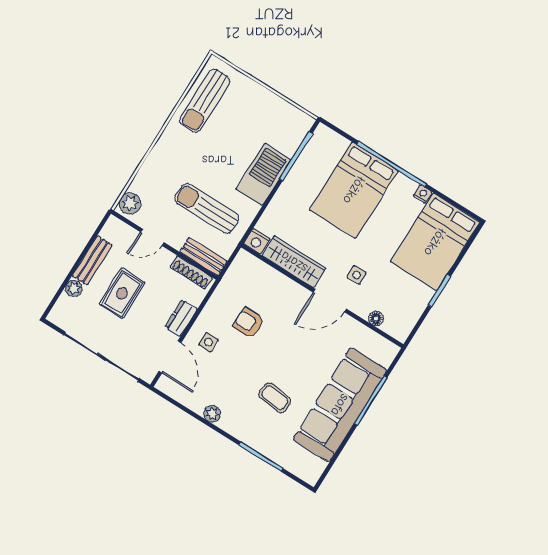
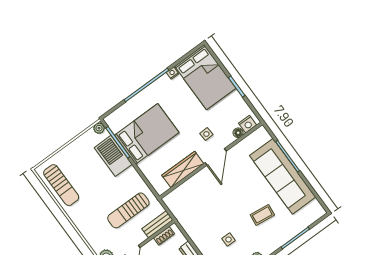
plant: (305, 122) -> (99, 128), added
barbecue: (263, 174) -> (113, 156), moved
bed: (354, 190) -> (147, 134), moved, turned -90
nightstand: (257, 241) -> (248, 124), moved
shoe rack: (191, 272) -> (164, 236), width x0.70
armchair: (249, 323) -> (209, 213), removed
side table: (208, 342) -> (229, 239), moved

